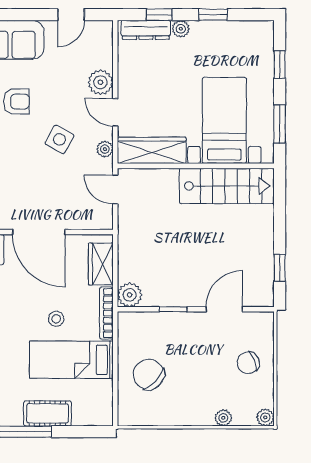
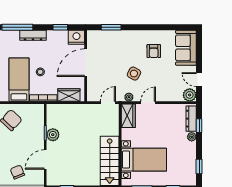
window: (213, 15) -> (199, 167), moved
plant: (100, 82) -> (190, 95), moved
wardrobe: (152, 150) -> (128, 116), width x0.67
plant: (130, 295) -> (53, 135), moved
door: (224, 309) -> (45, 160), swing flipped

